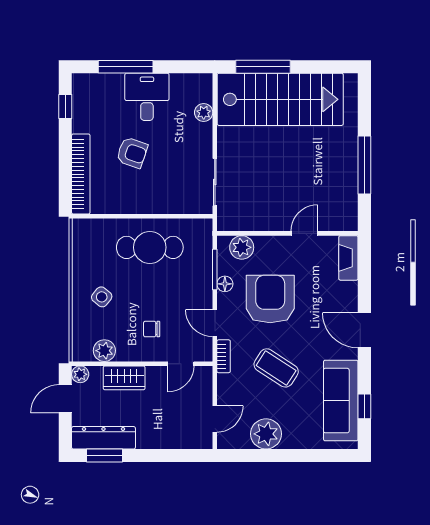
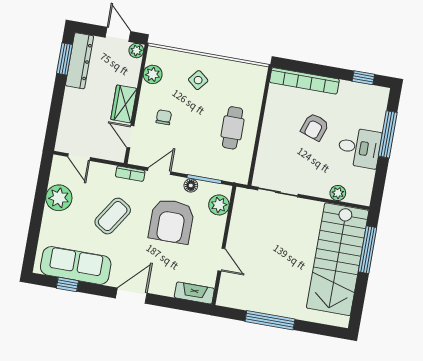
cafe table: (150, 247) -> (233, 128), width x0.73, depth x0.74
armchair: (270, 299) -> (171, 221), turned 90
wardrobe: (124, 378) -> (124, 104), moved

